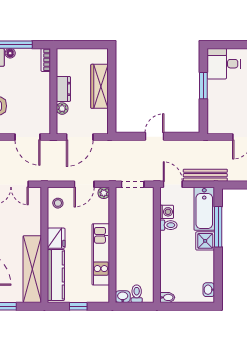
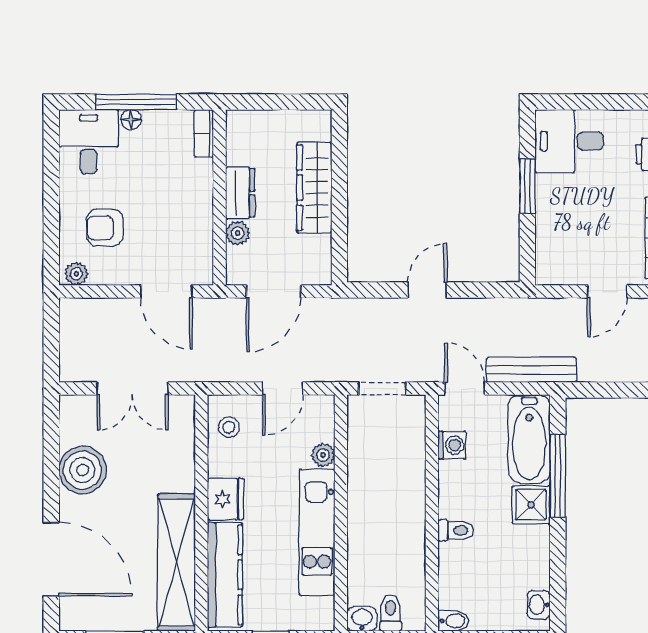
plant: (104, 193) -> (323, 455), moved
toilet: (168, 225) -> (456, 530), moved

